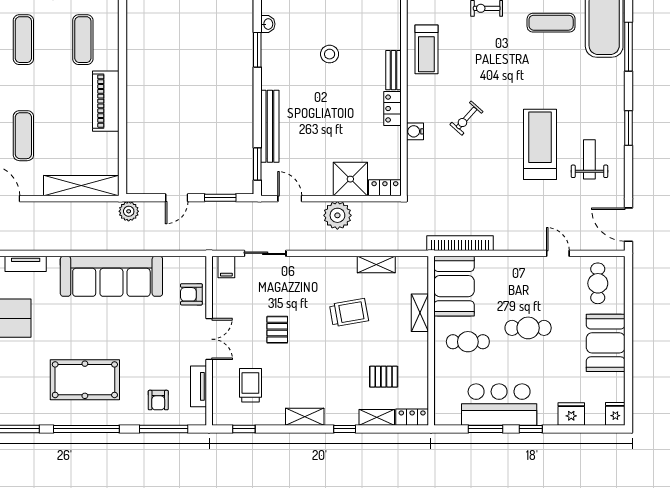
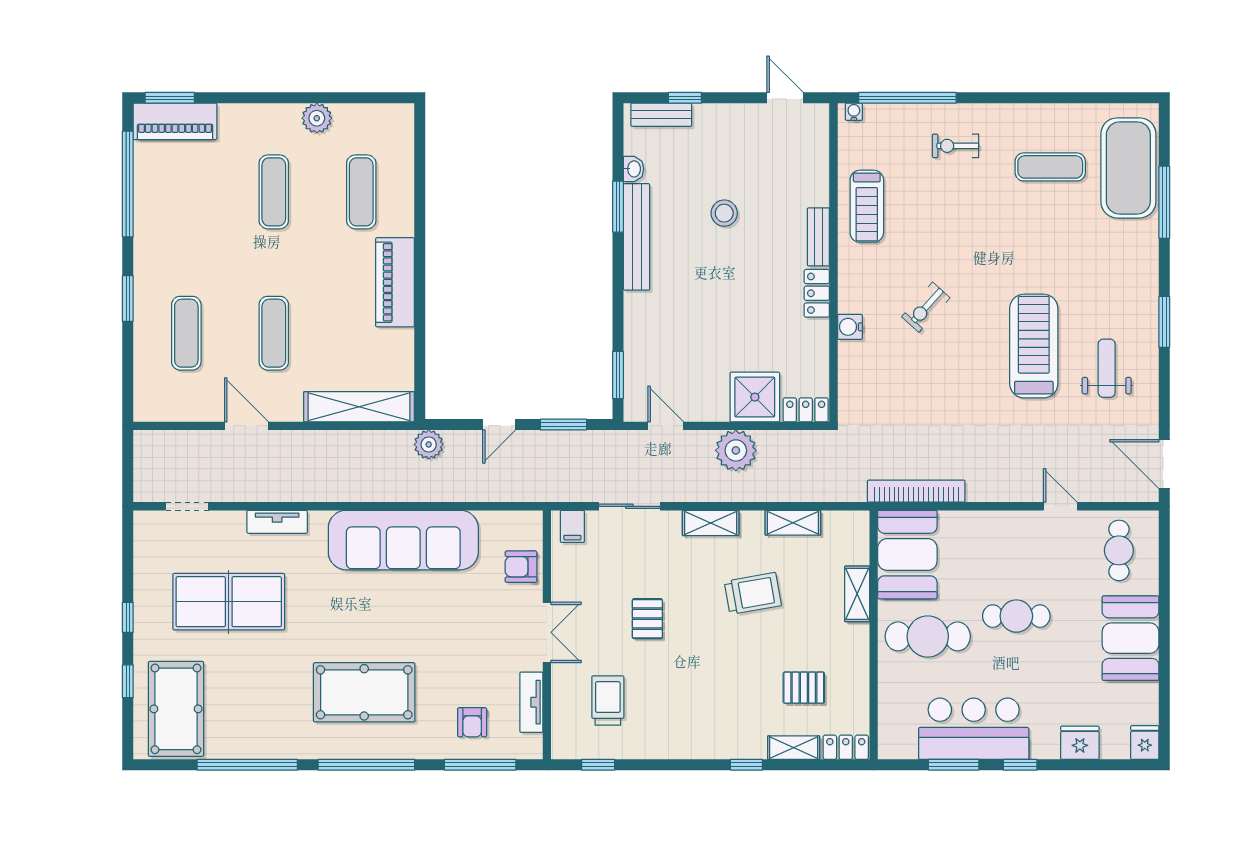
bench: (270, 126) -> (637, 237), moved
cafe table: (468, 342) -> (928, 636), width x1.37, depth x1.35
shelving: (305, 417) -> (711, 523), moved

